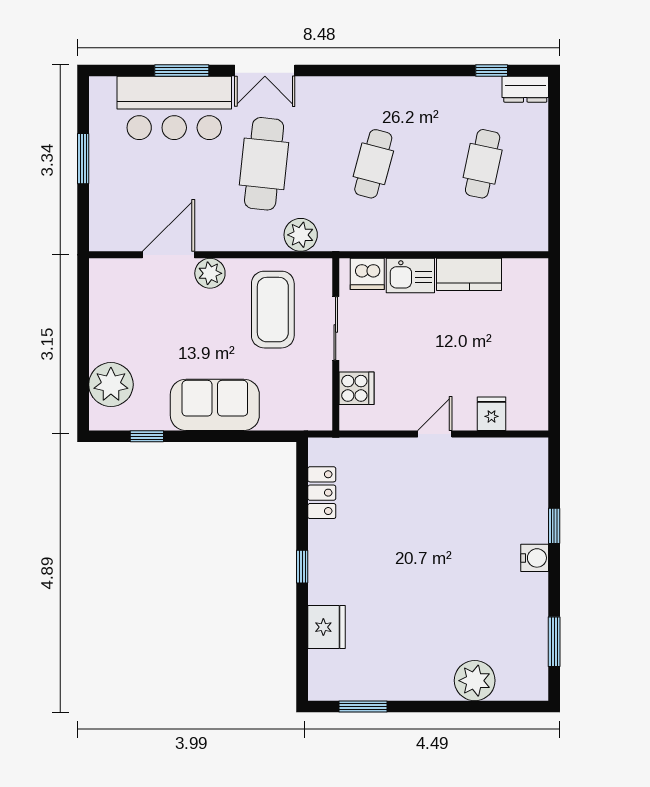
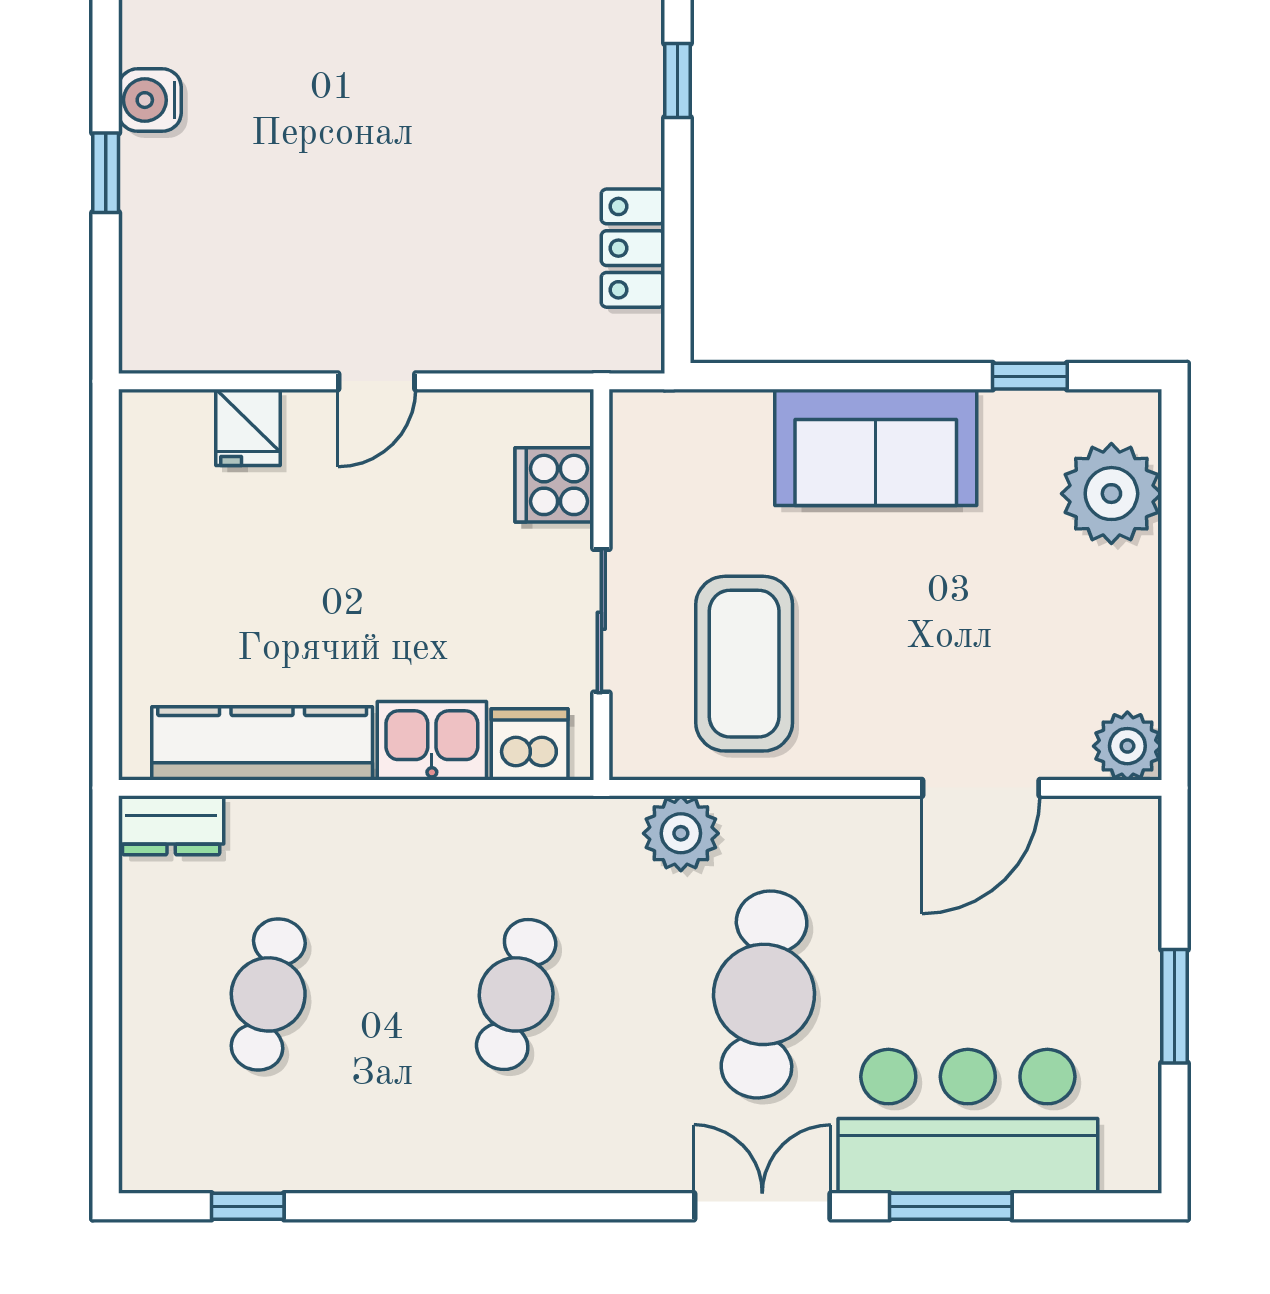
dresser: (525, 89) -> (171, 825), moved, turned 180
plant: (210, 273) -> (1127, 746), moved
kitchen counter: (469, 274) -> (262, 743), width x1.50

